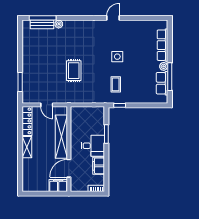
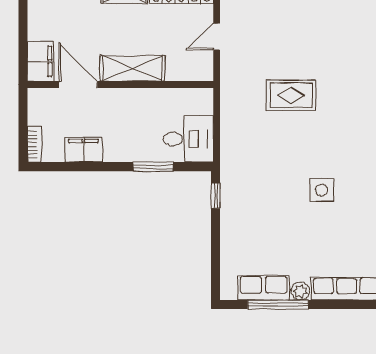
coffee table: (116, 84) -> (261, 187), removed
shelving: (61, 137) -> (132, 68), width x0.68
desk: (93, 146) -> (188, 139), moved, turned -90

